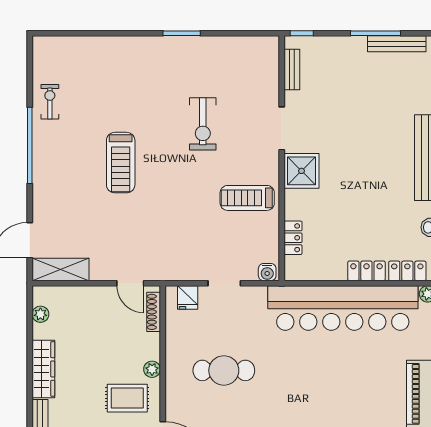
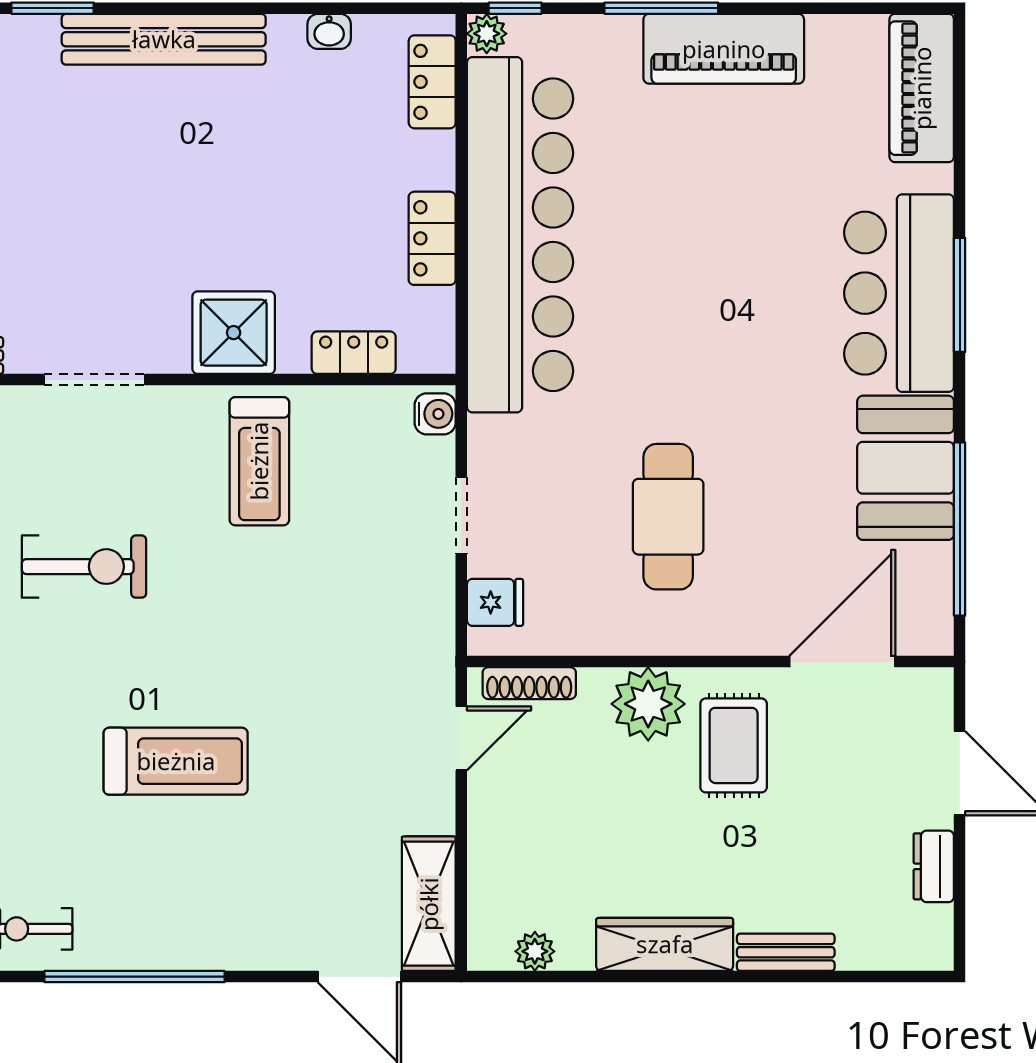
shower: (301, 171) -> (234, 333), moved
locker: (366, 271) -> (432, 238), moved
plant: (152, 369) -> (648, 704), width x1.88, depth x1.88

